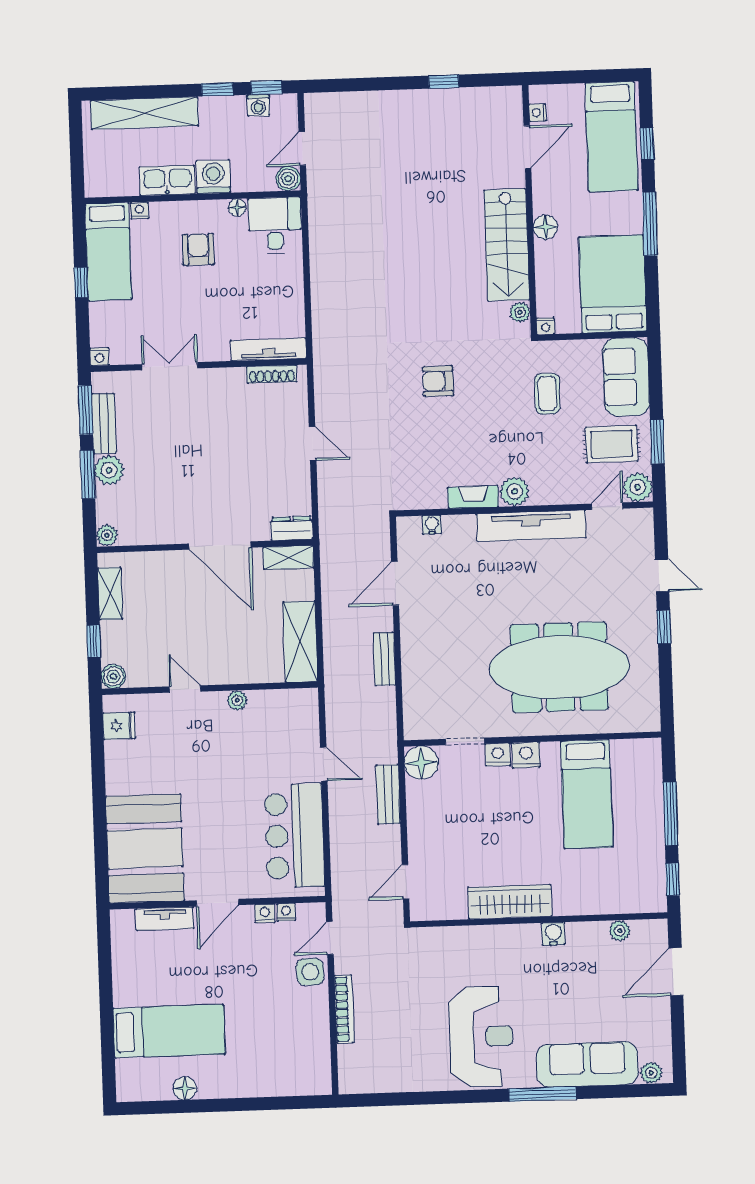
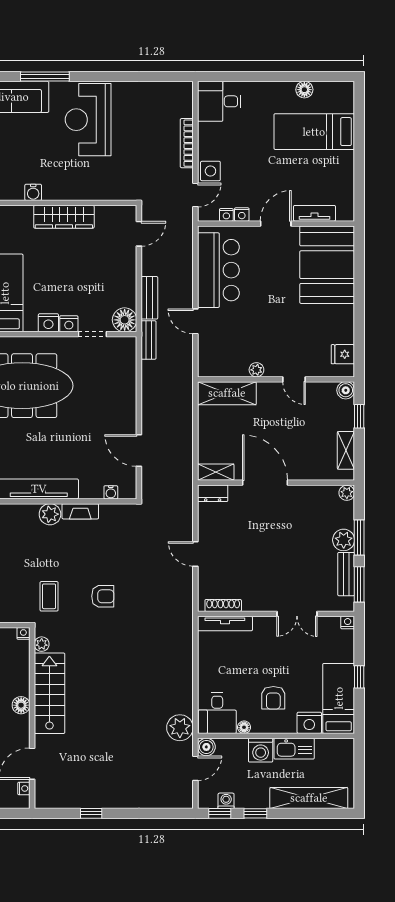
plant: (325, 204) -> (180, 728), added
nightstand: (140, 210) -> (309, 723), width x1.89, depth x1.79
coffee table: (547, 394) -> (49, 596), moved
door: (395, 583) -> (139, 451), swing flipped
shelving: (300, 642) -> (227, 393), moved, turned 90
bench: (384, 659) -> (149, 340), moved
desk: (301, 1068) -> (219, 101), added

